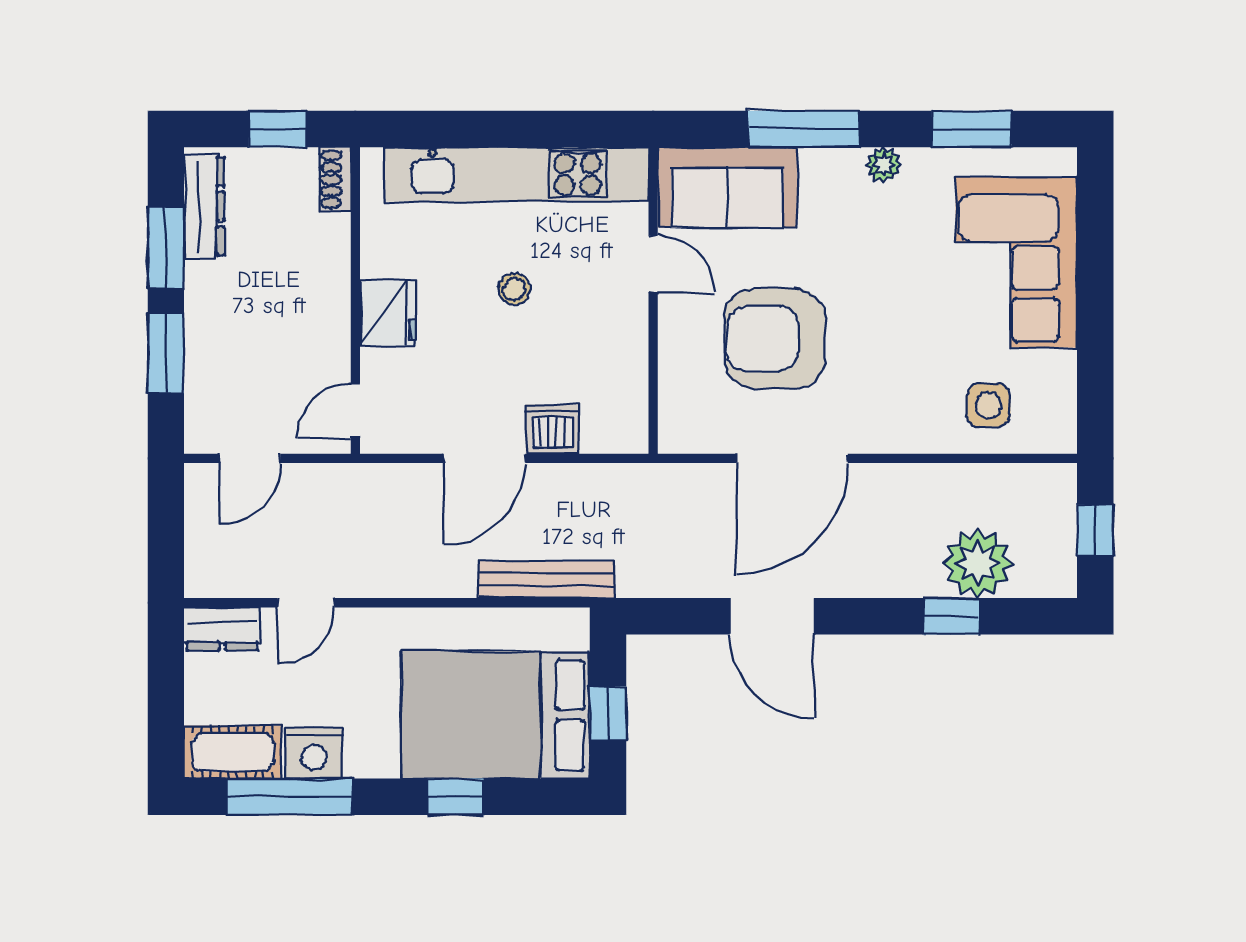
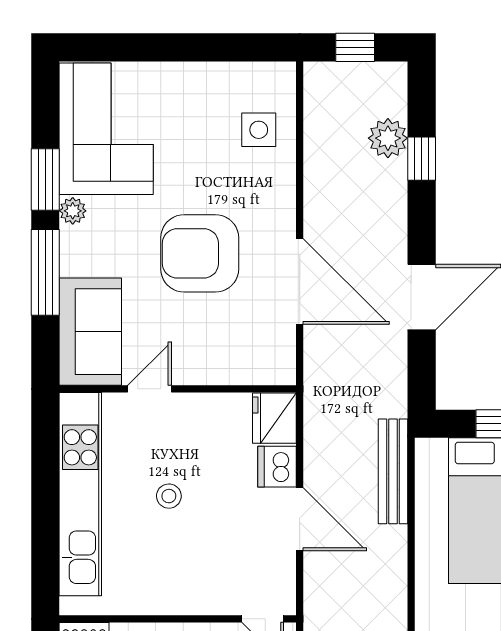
window: (972, 129) -> (45, 180), moved
corner sofa: (1016, 262) -> (106, 129), moved, turned -90
fridge: (388, 313) -> (274, 418), moved, turned -90
armchair: (775, 339) -> (200, 253), moved, turned 90
plant: (978, 563) -> (388, 138), width x0.73, depth x0.73

